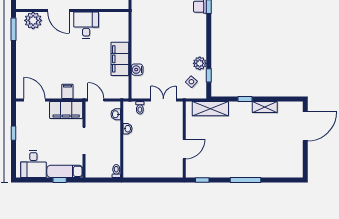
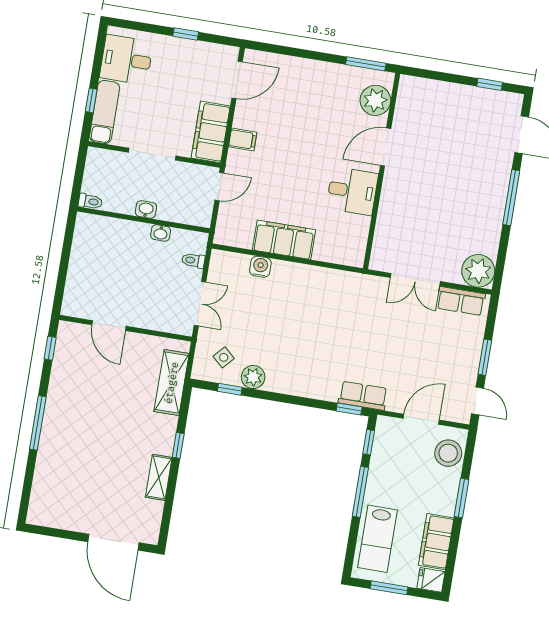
washbasin: (116, 114) -> (146, 210), moved

